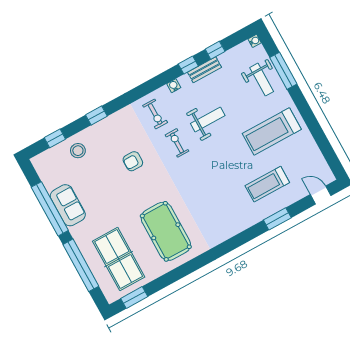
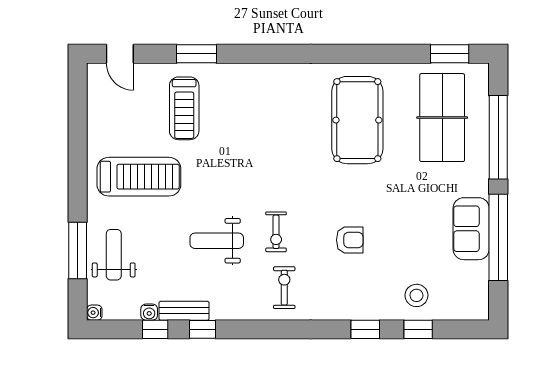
water cooler: (174, 86) -> (149, 312), moved
window: (55, 138) -> (418, 329), moved
treadmill: (267, 184) -> (184, 108), turned 90

